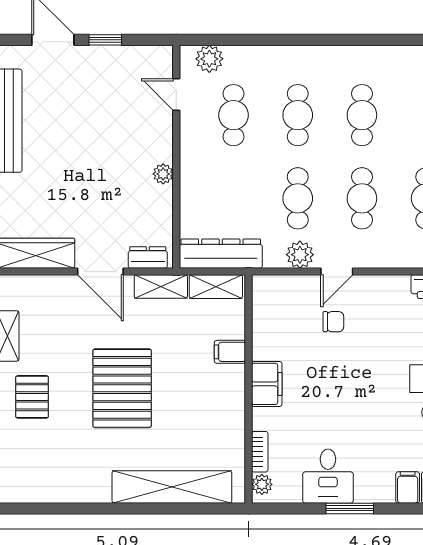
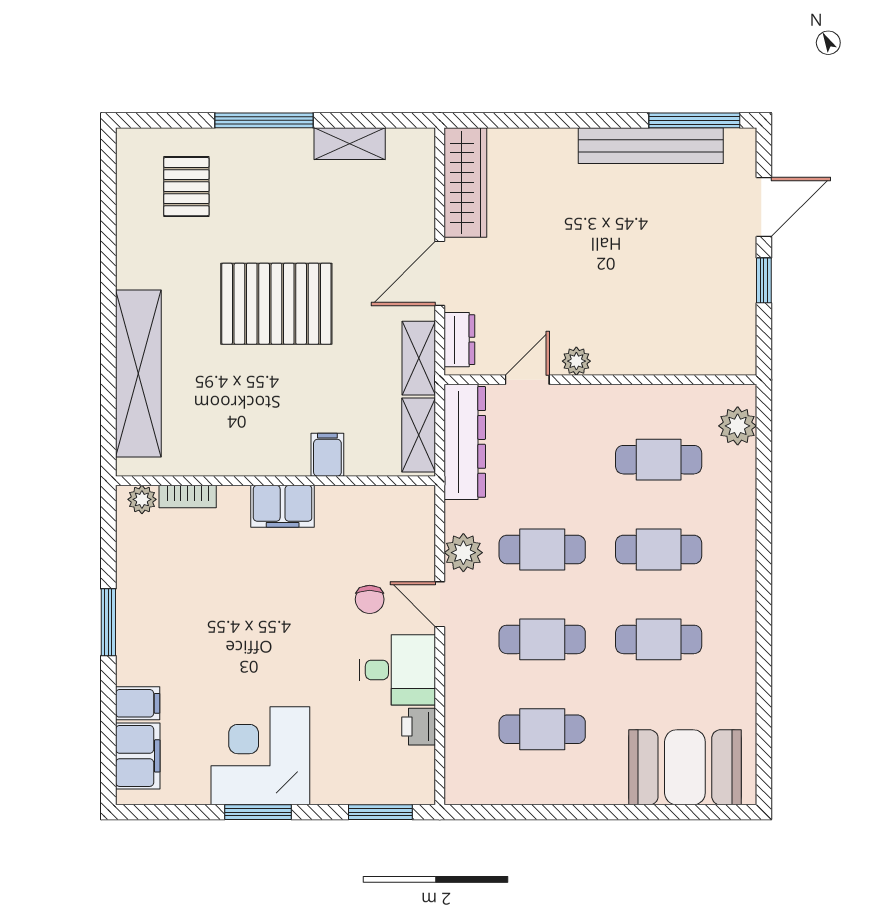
door: (176, 94) -> (527, 380), moved
pallet: (32, 397) -> (186, 187), moved, turned 90
desk: (328, 476) -> (397, 670), moved, turned 180

